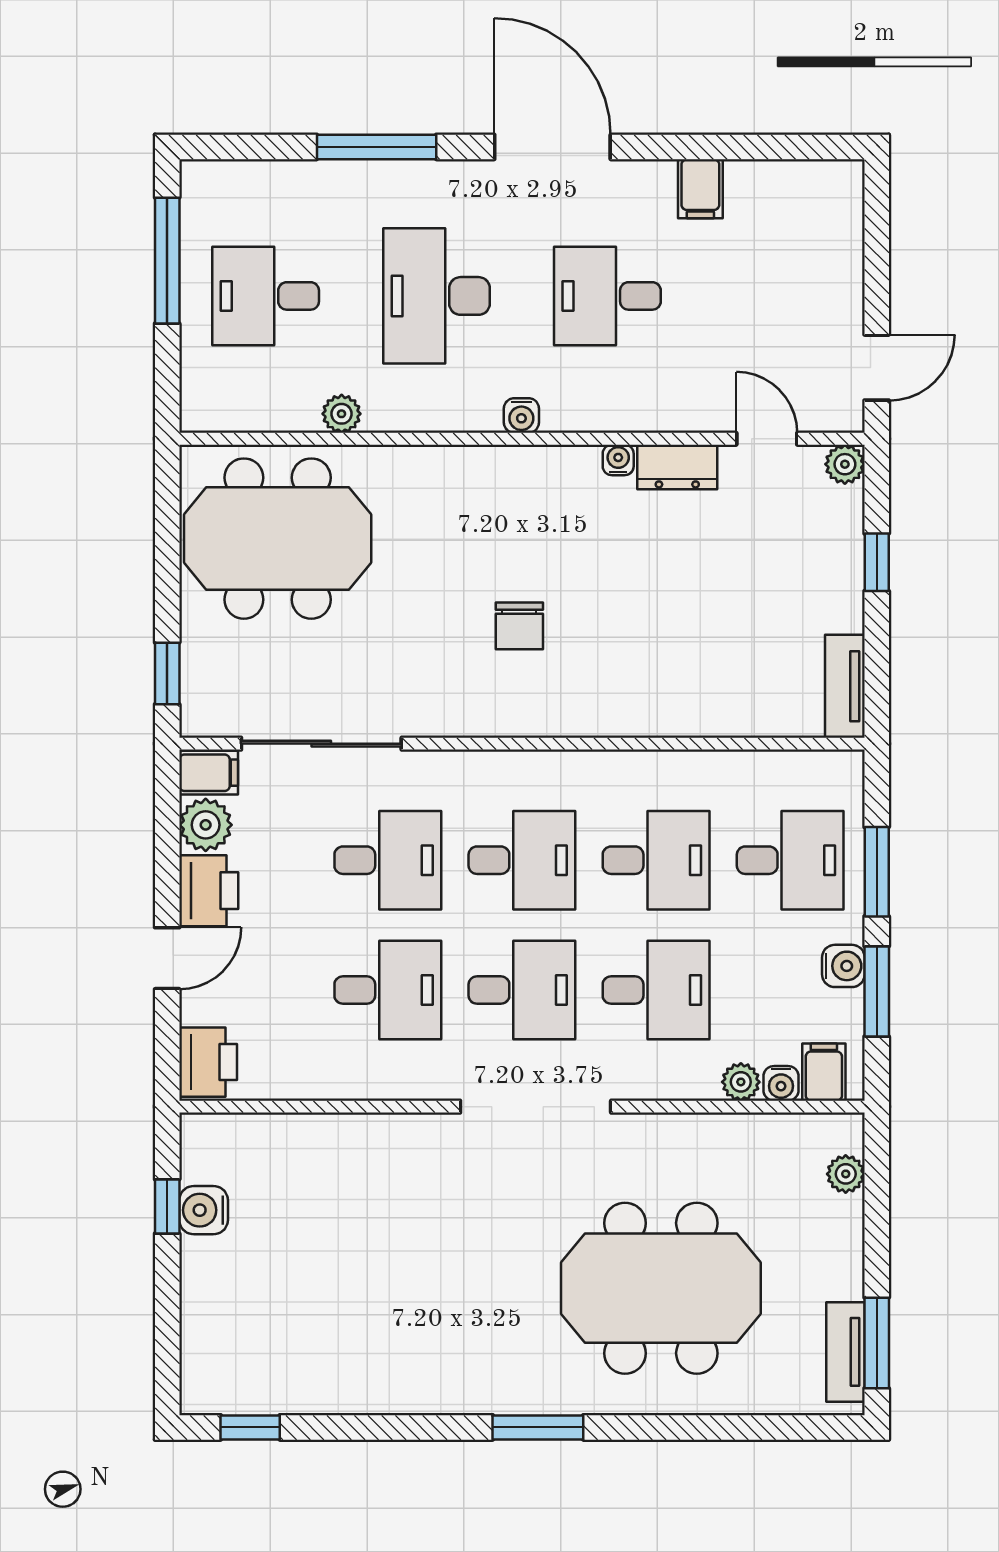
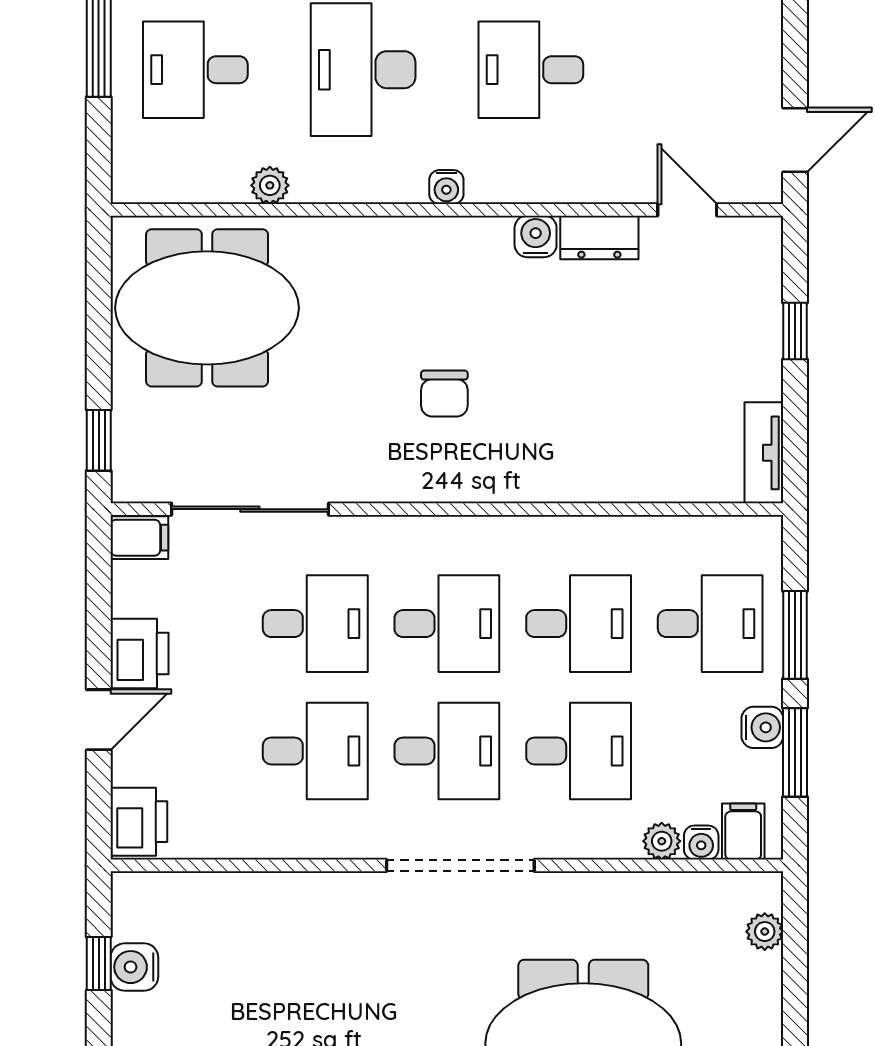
water cooler: (618, 460) -> (536, 236), width x1.38, depth x1.38
plant: (845, 464) -> (764, 235), removed
plant: (206, 825) -> (136, 589), removed

